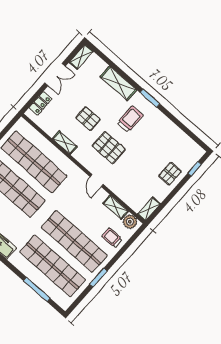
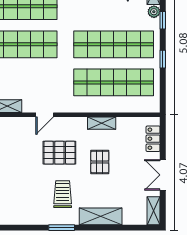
pallet: (88, 119) -> (100, 162), turned 90
trolley: (130, 119) -> (63, 194), turned 180
door: (97, 180) -> (45, 115), swing flipped

